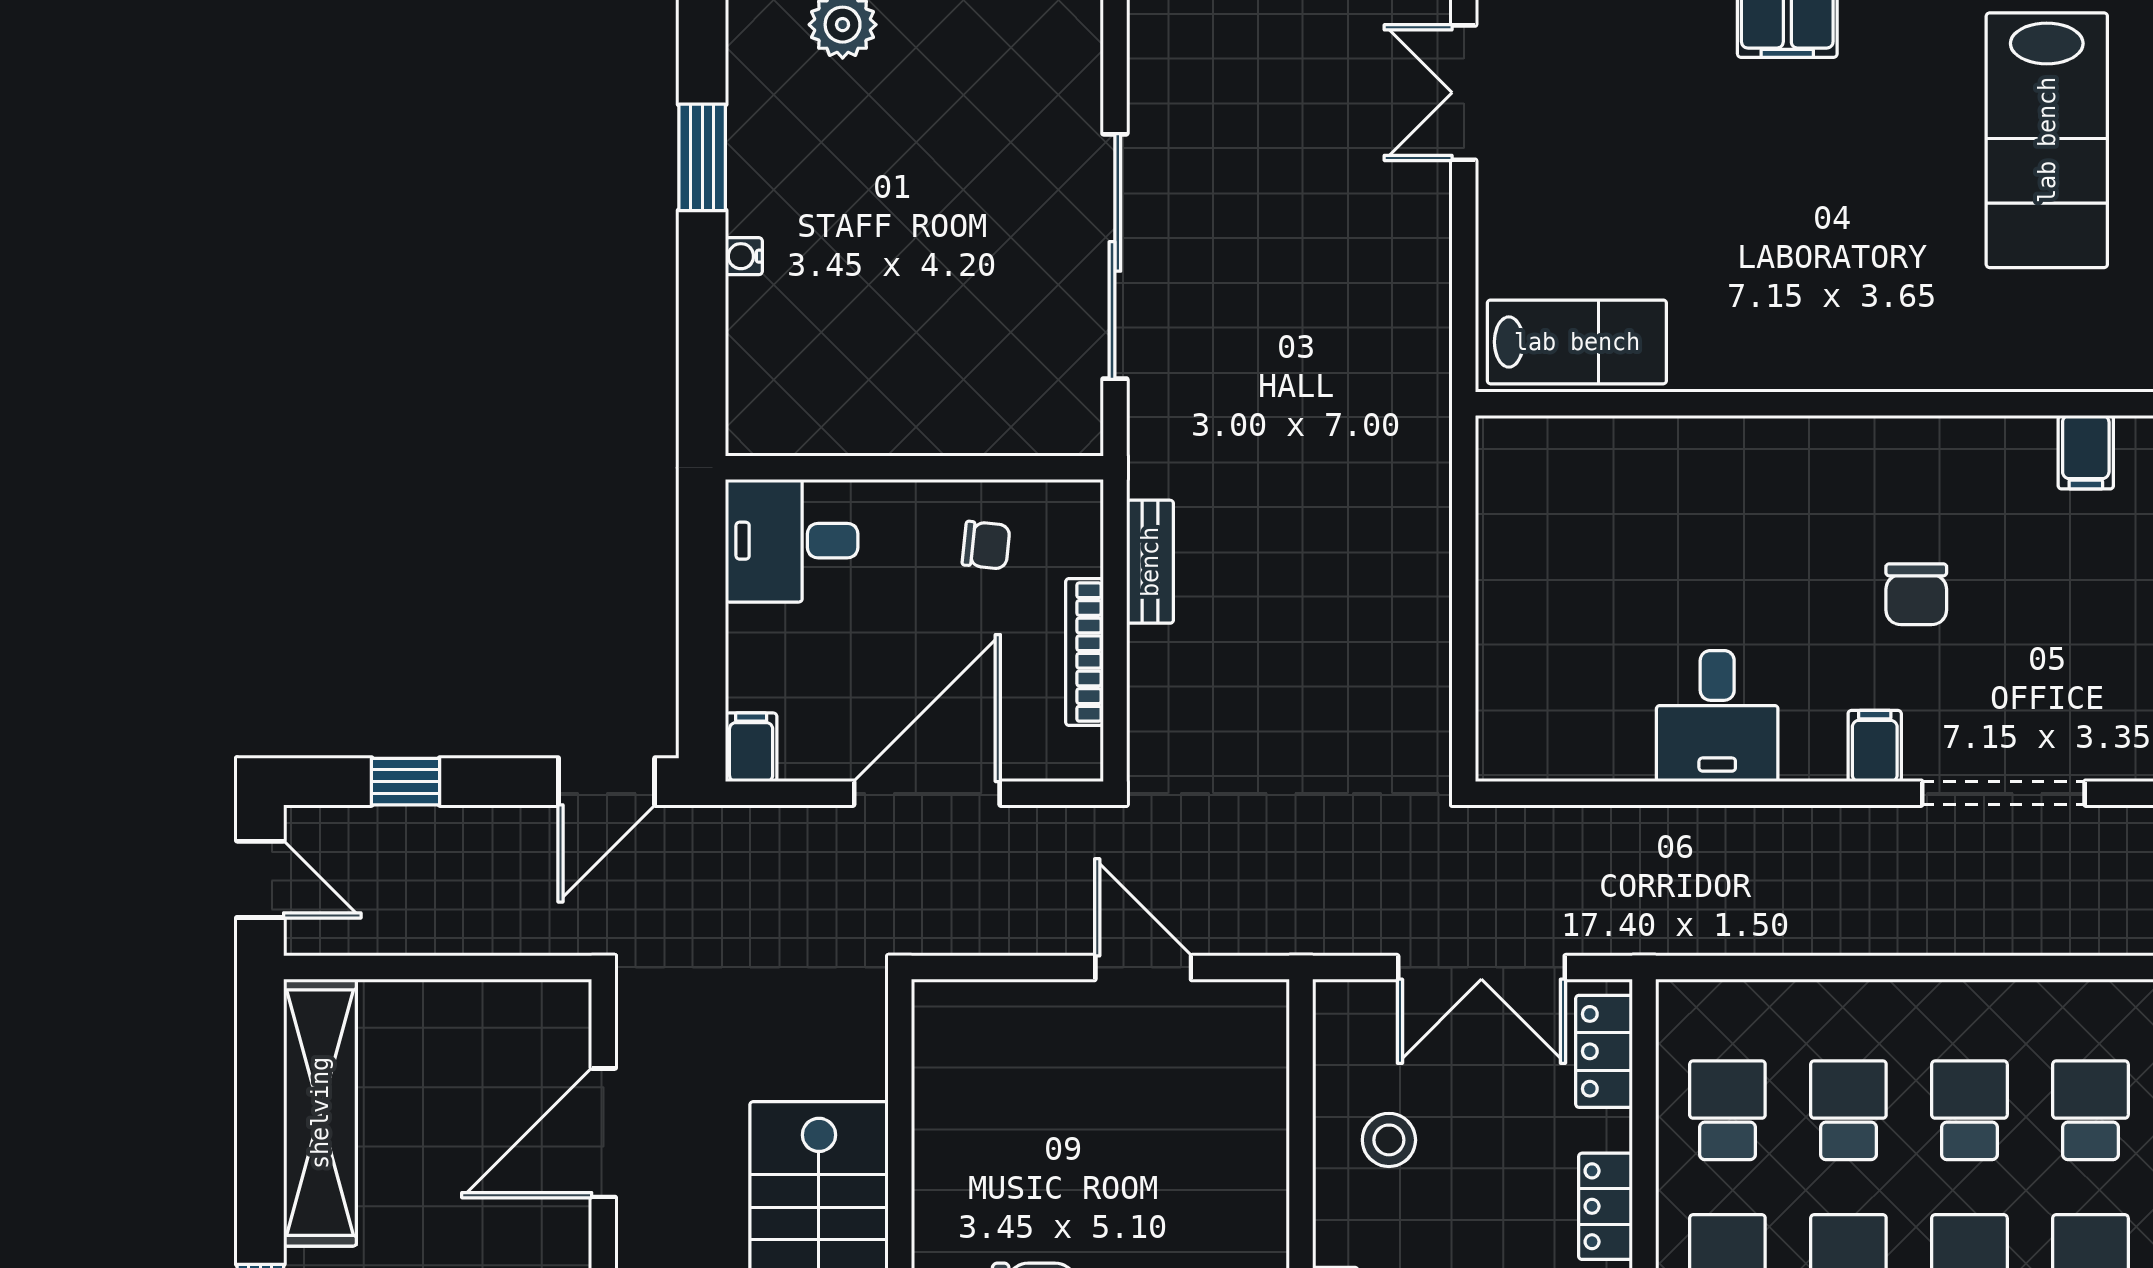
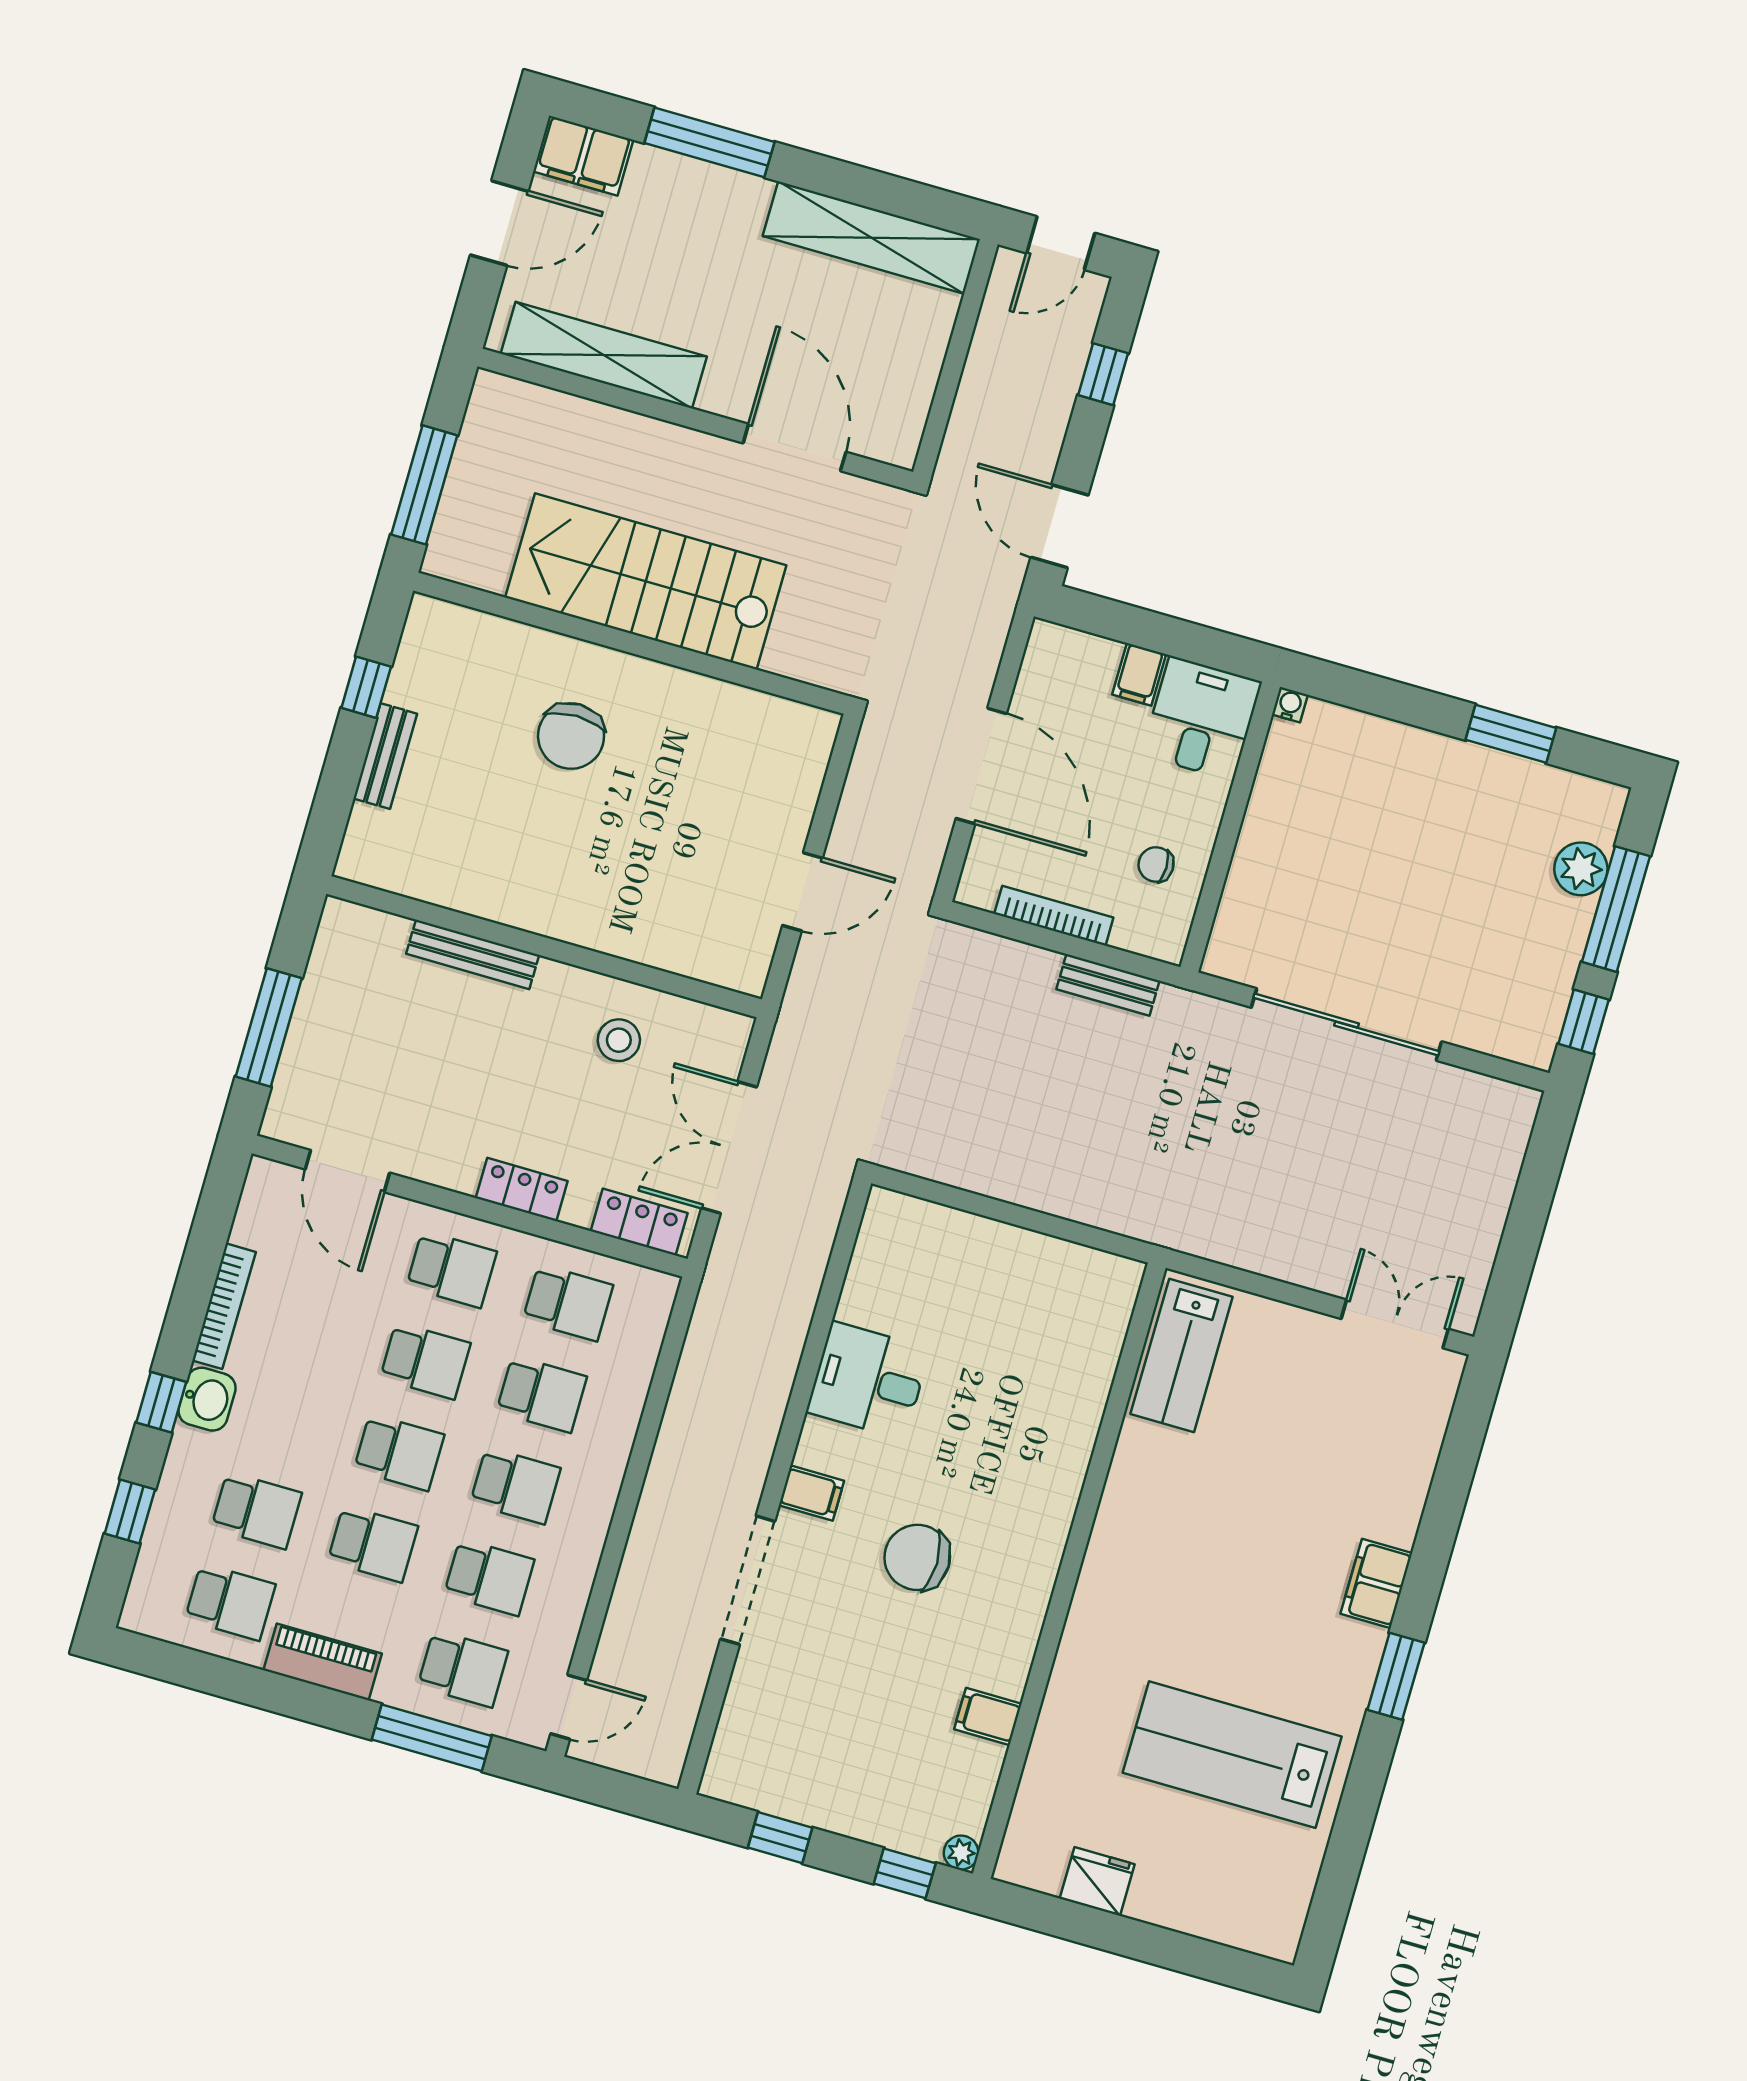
water cooler: (744, 256) -> (1290, 705), moved
chair: (986, 545) -> (1156, 865), turned 84
chair: (1916, 594) -> (917, 1557), width x1.37, depth x1.37
filing cabinet: (751, 747) -> (1139, 674), moved, turned 90

